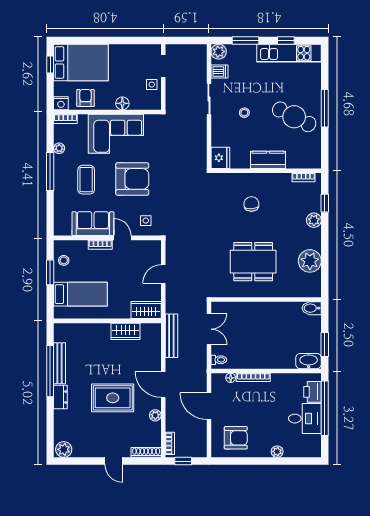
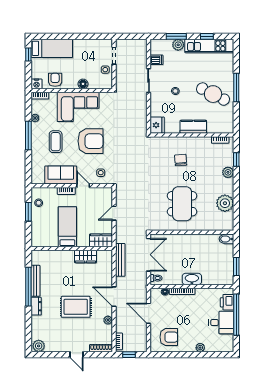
plant: (219, 52) -> (178, 45), moved
bed: (81, 62) -> (52, 48), width x0.67
dining table: (253, 262) -> (182, 204), turned 90
bed: (80, 294) -> (67, 227), moved, turned -90
double door: (209, 329) -> (149, 255), width x1.37
washbasin: (309, 361) -> (192, 279), moved

